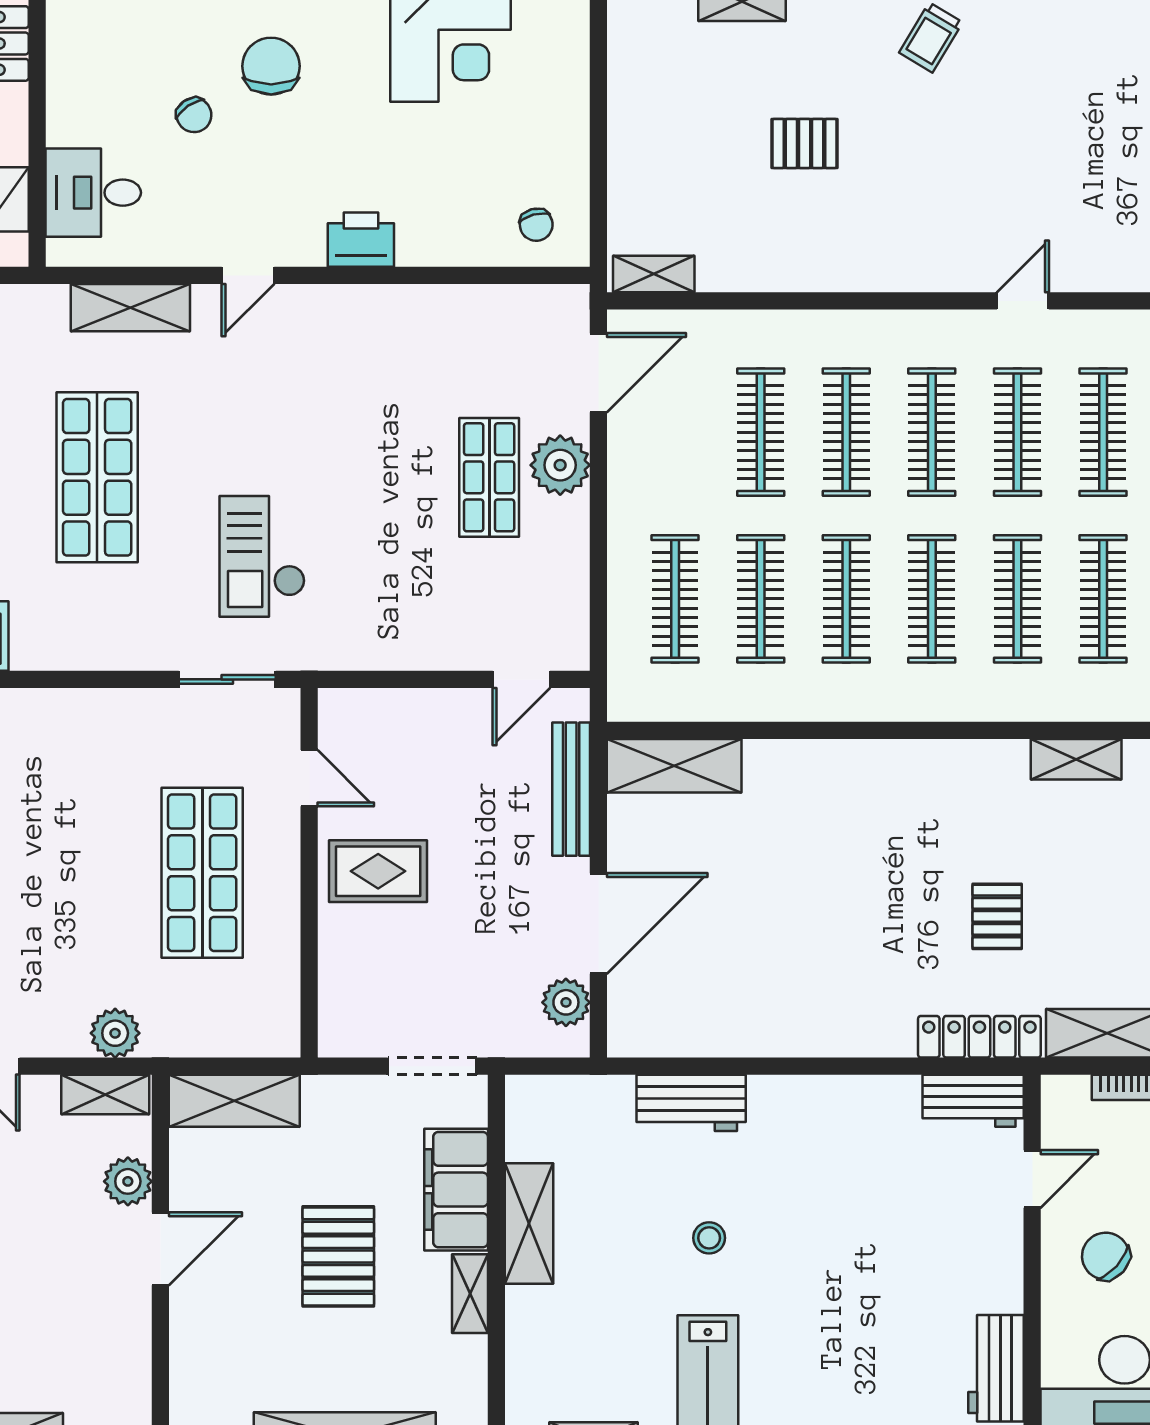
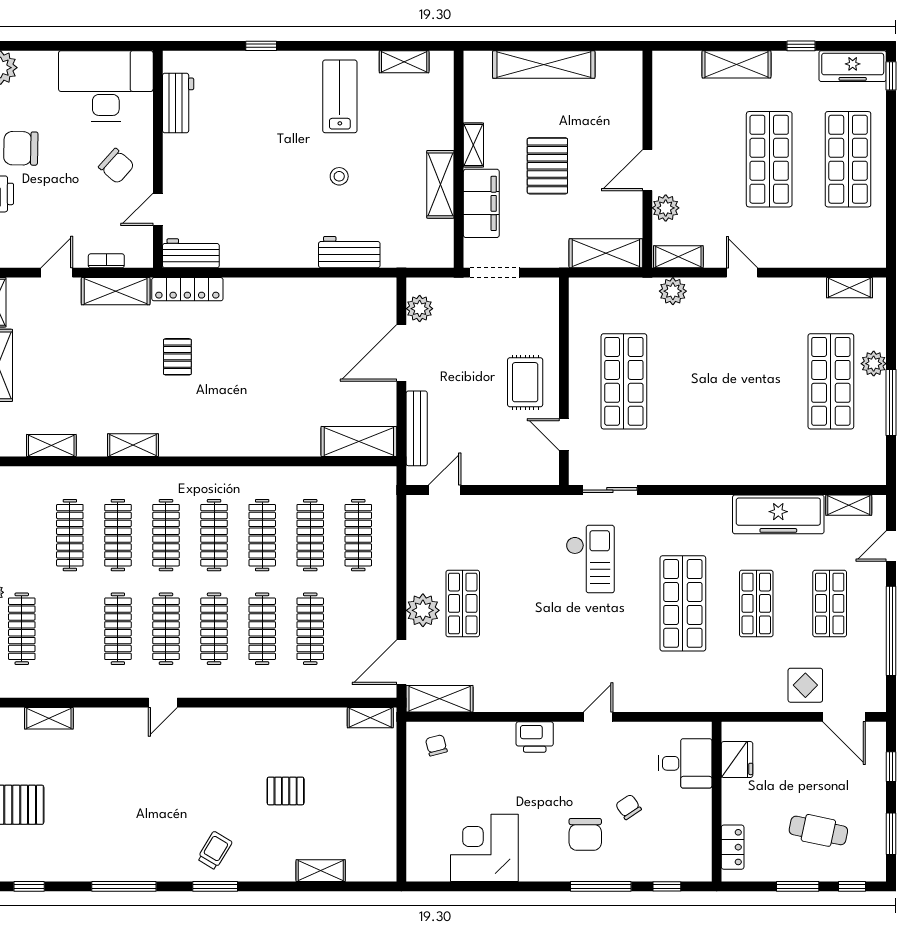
shelving: (130, 308) -> (440, 699), moved
rug: (378, 871) -> (525, 382), turned 90

